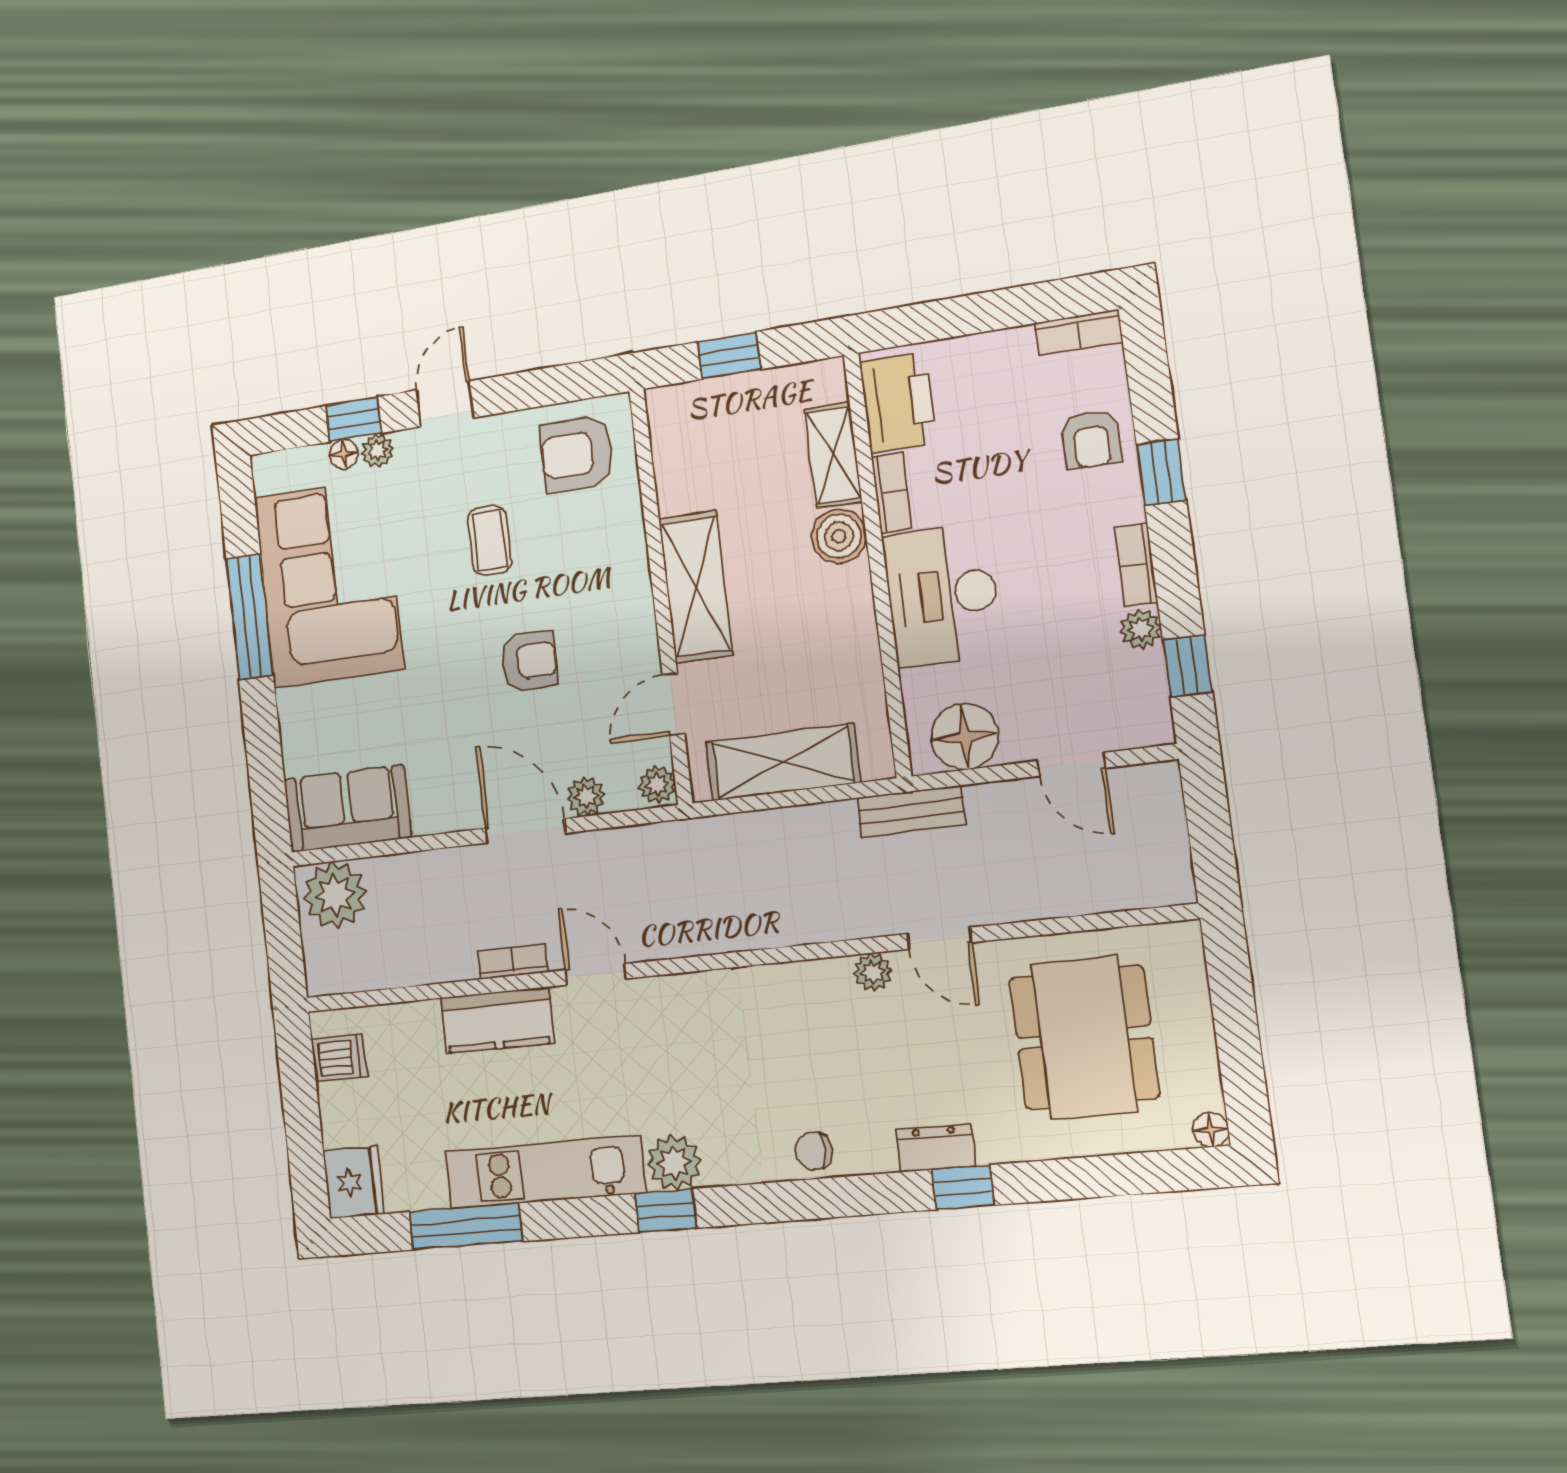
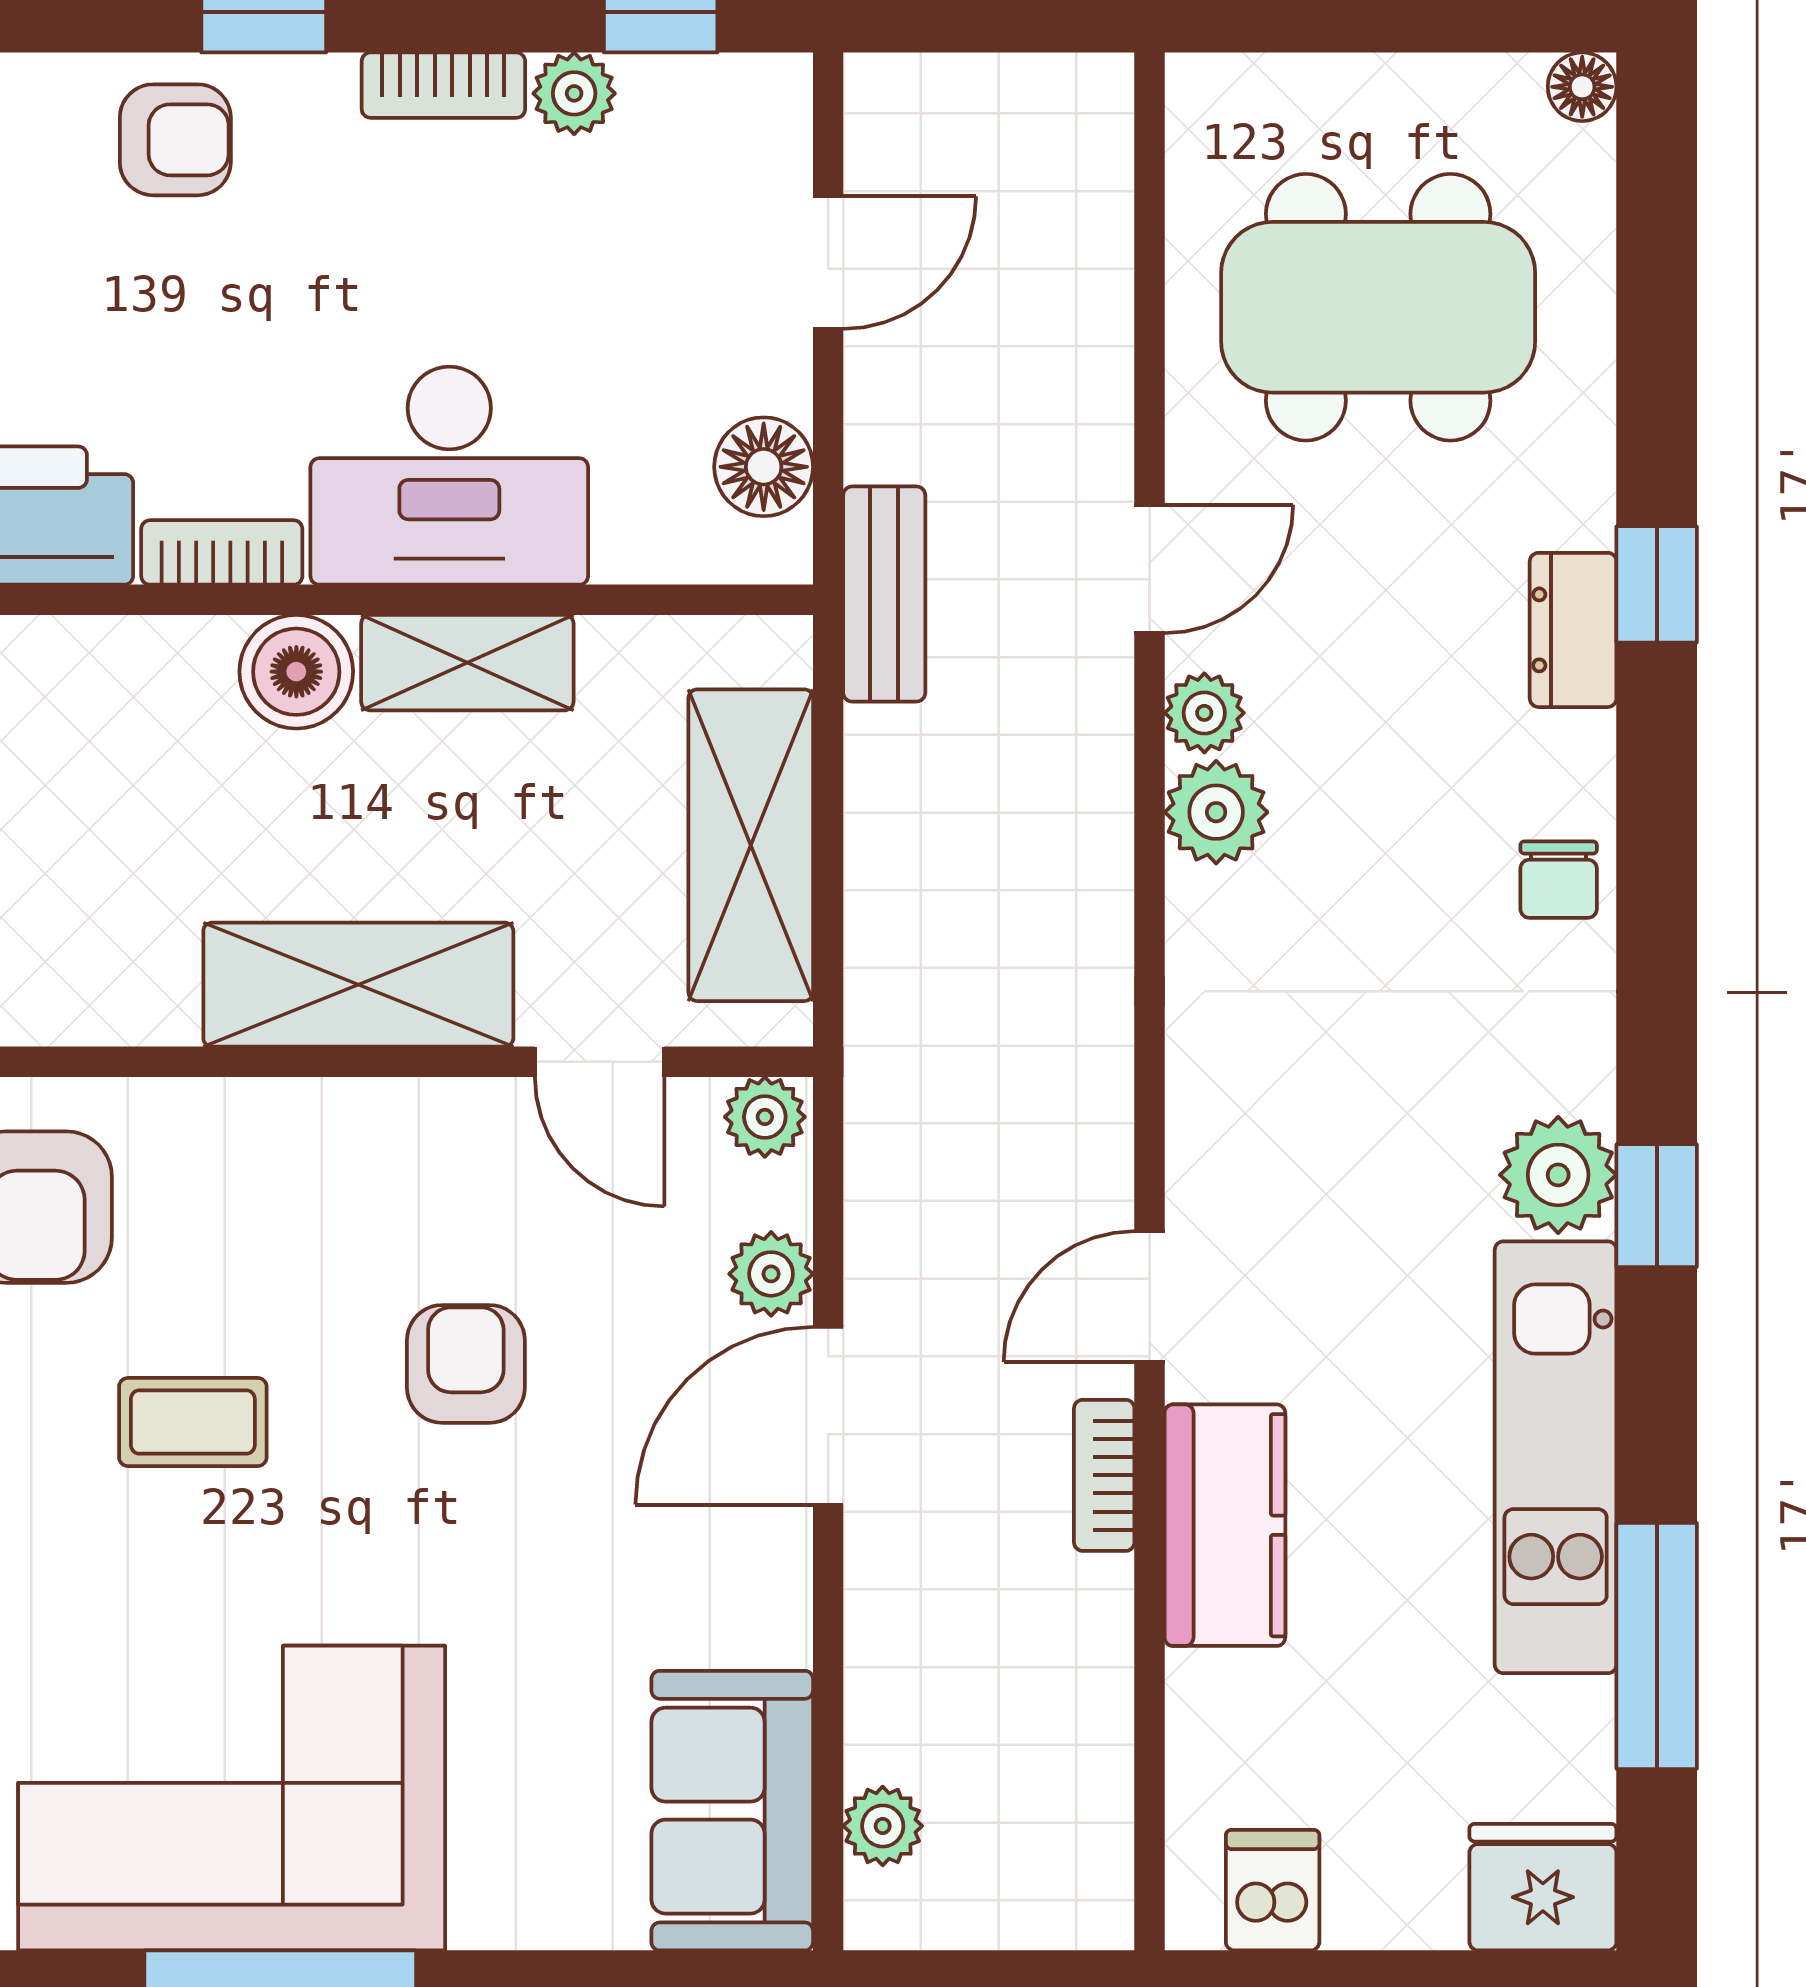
shelving: (833, 455) -> (467, 663), moved
floor lamp: (965, 737) -> (764, 467), width x0.73, depth x0.73
plant: (335, 895) -> (883, 1826), width x0.53, depth x0.53
plant: (826, 983) -> (1216, 812), added

